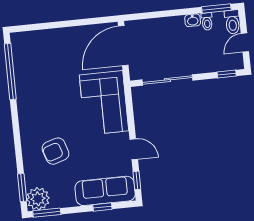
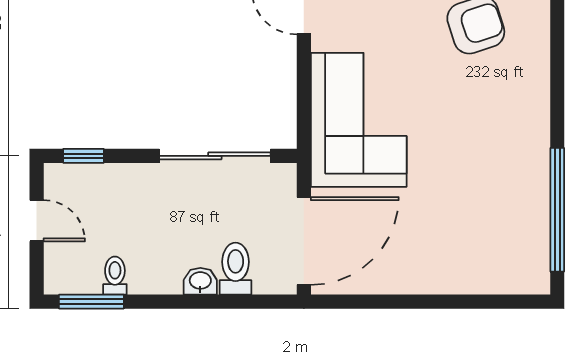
washbasin: (193, 20) -> (200, 281), moved
toilet: (232, 22) -> (236, 269), moved
door: (245, 43) -> (37, 221), hinge flipped

